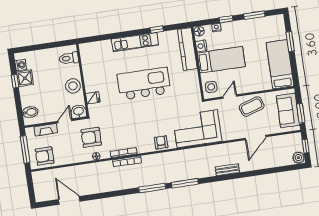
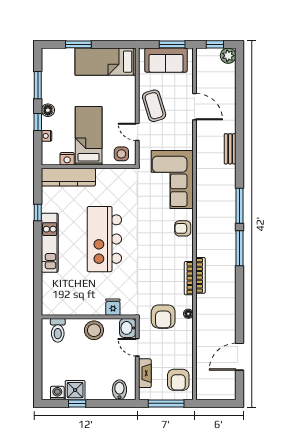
floor lamp: (199, 31) -> (48, 110), moved

